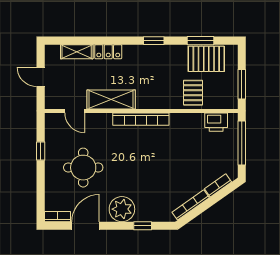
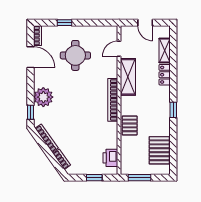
window: (201, 41) -> (173, 146), removed
door: (41, 77) -> (145, 23), swing flipped
pallet: (193, 93) -> (130, 125), moved, turned 90
window: (242, 143) -> (94, 178), width x0.46
window: (41, 151) -> (64, 23), moved
plant: (122, 209) -> (43, 97), moved
window: (143, 226) -> (30, 112), moved

